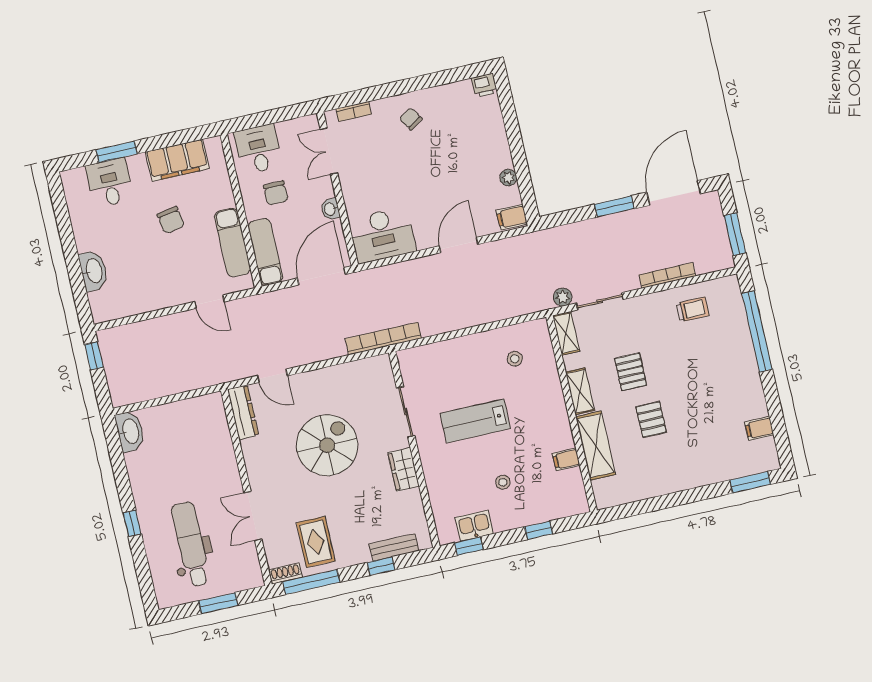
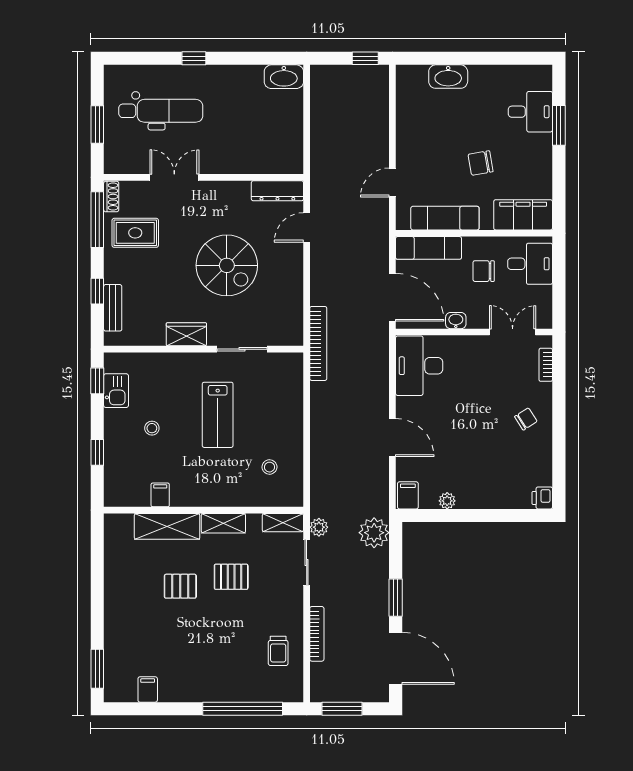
filing cabinet: (177, 160) -> (523, 215), moved, turned 90
plant: (556, 242) -> (374, 533), added
lab bench: (475, 421) -> (218, 415), turned 180

